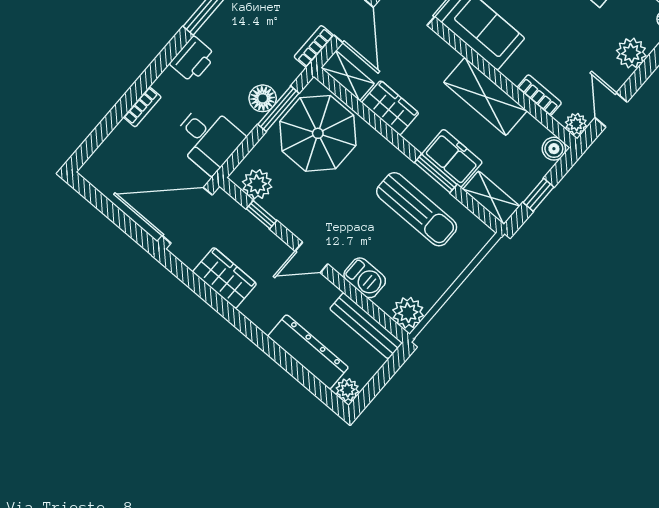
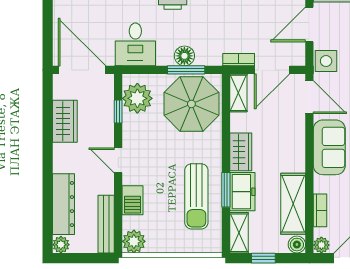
shelving: (485, 97) -> (293, 204), moved
wardrobe: (390, 108) -> (241, 152), moved
plant: (257, 184) -> (137, 98), width x1.36, depth x1.36

